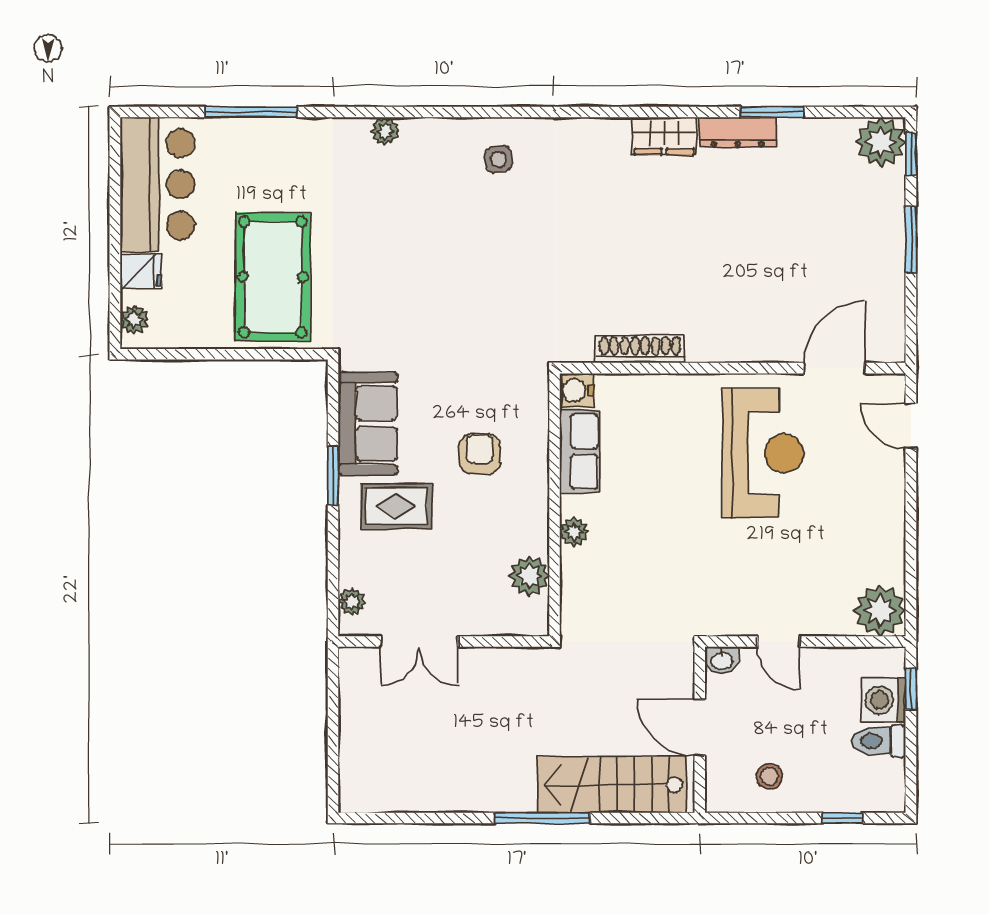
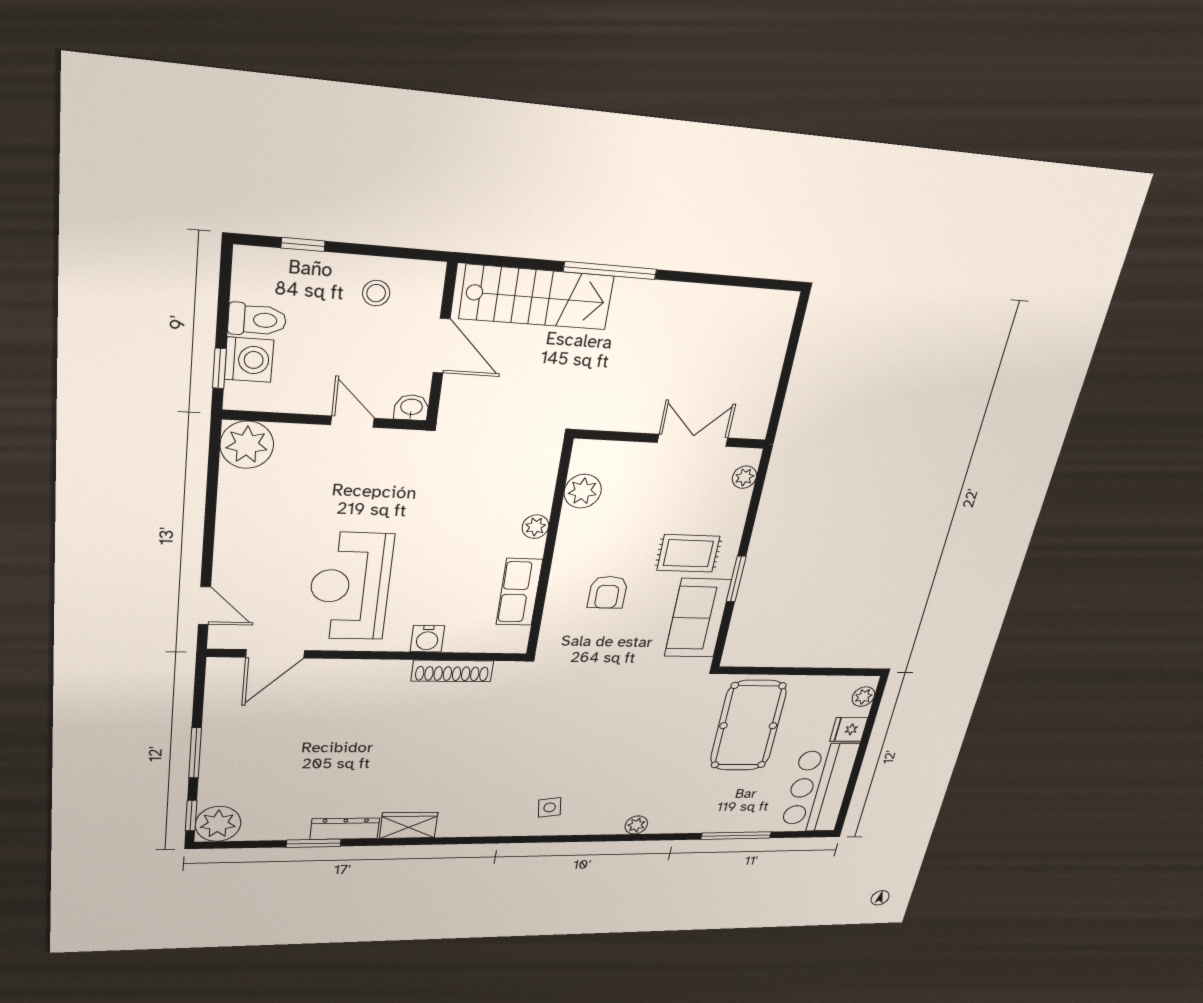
water cooler: (577, 390) -> (427, 639), moved, turned 90

